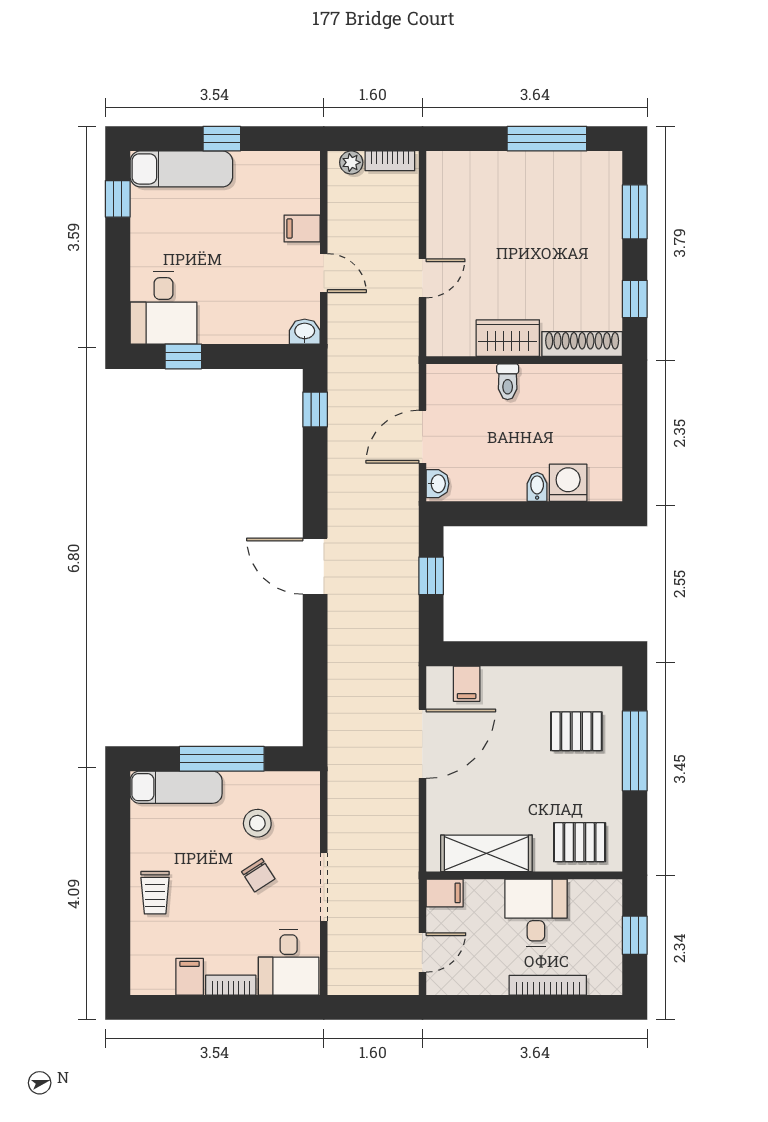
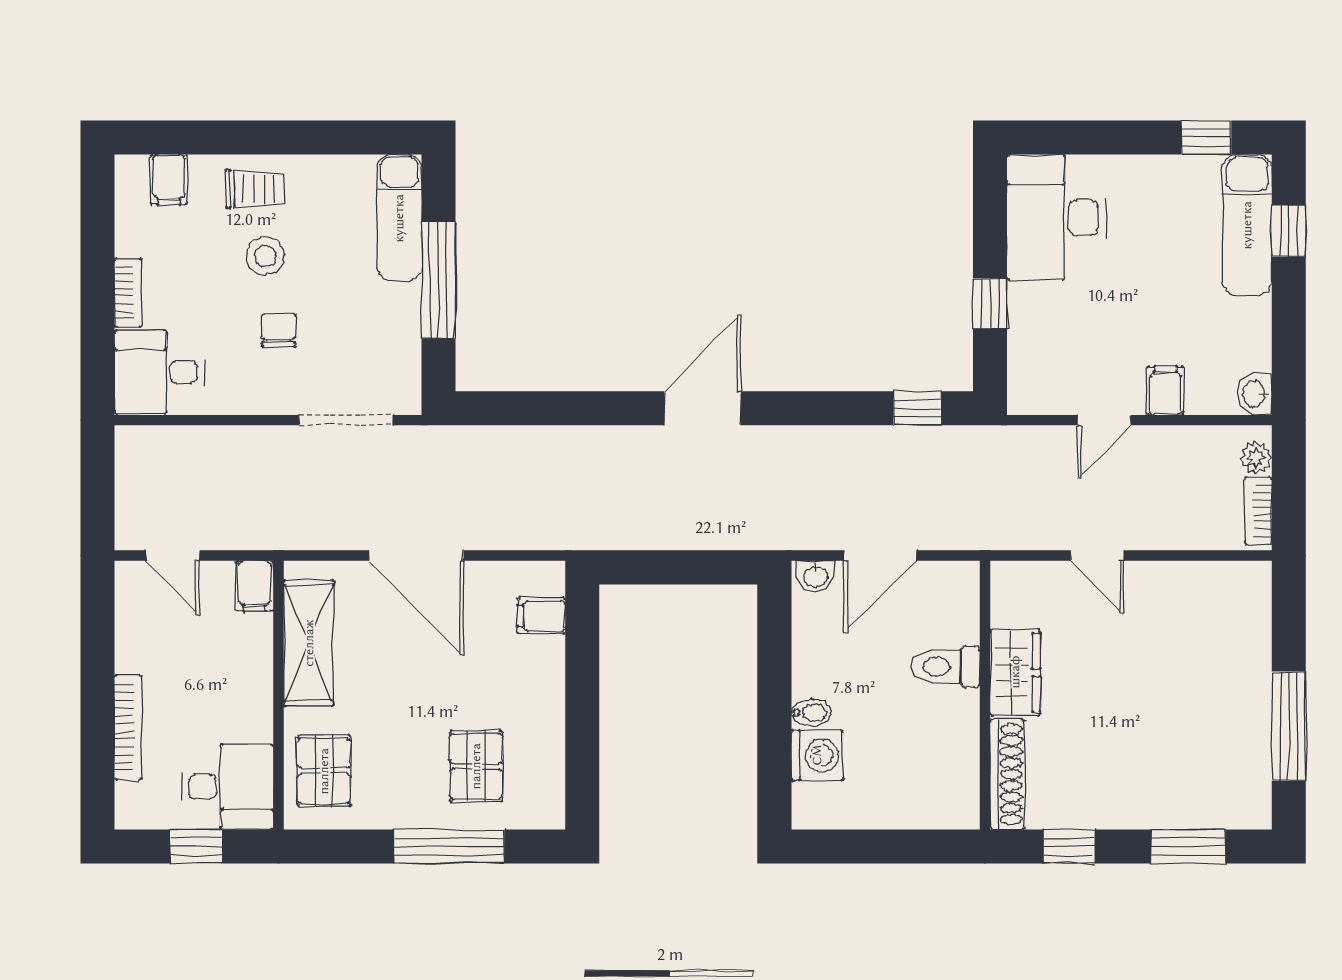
window: (222, 139) -> (1289, 231), moved
desk: (163, 308) -> (1056, 217), width x1.37
washbasin: (305, 332) -> (1255, 394), moved, turned 180
window: (183, 356) -> (990, 304), moved
toilet: (508, 382) -> (946, 667), width x1.37, depth x1.39
door: (422, 437) -> (880, 555), swing flipped
window: (431, 576) -> (689, 567), removed
door: (422, 744) -> (416, 555), moved
stool: (257, 823) -> (265, 256), moved
chair: (258, 875) -> (279, 330), turned 123
doorway: (324, 887) -> (346, 420), moved
trolley: (155, 893) -> (255, 189), turned 180
desk: (536, 913) -> (227, 787), moved
filing cabinet: (190, 977) -> (169, 180), moved, turned 90

